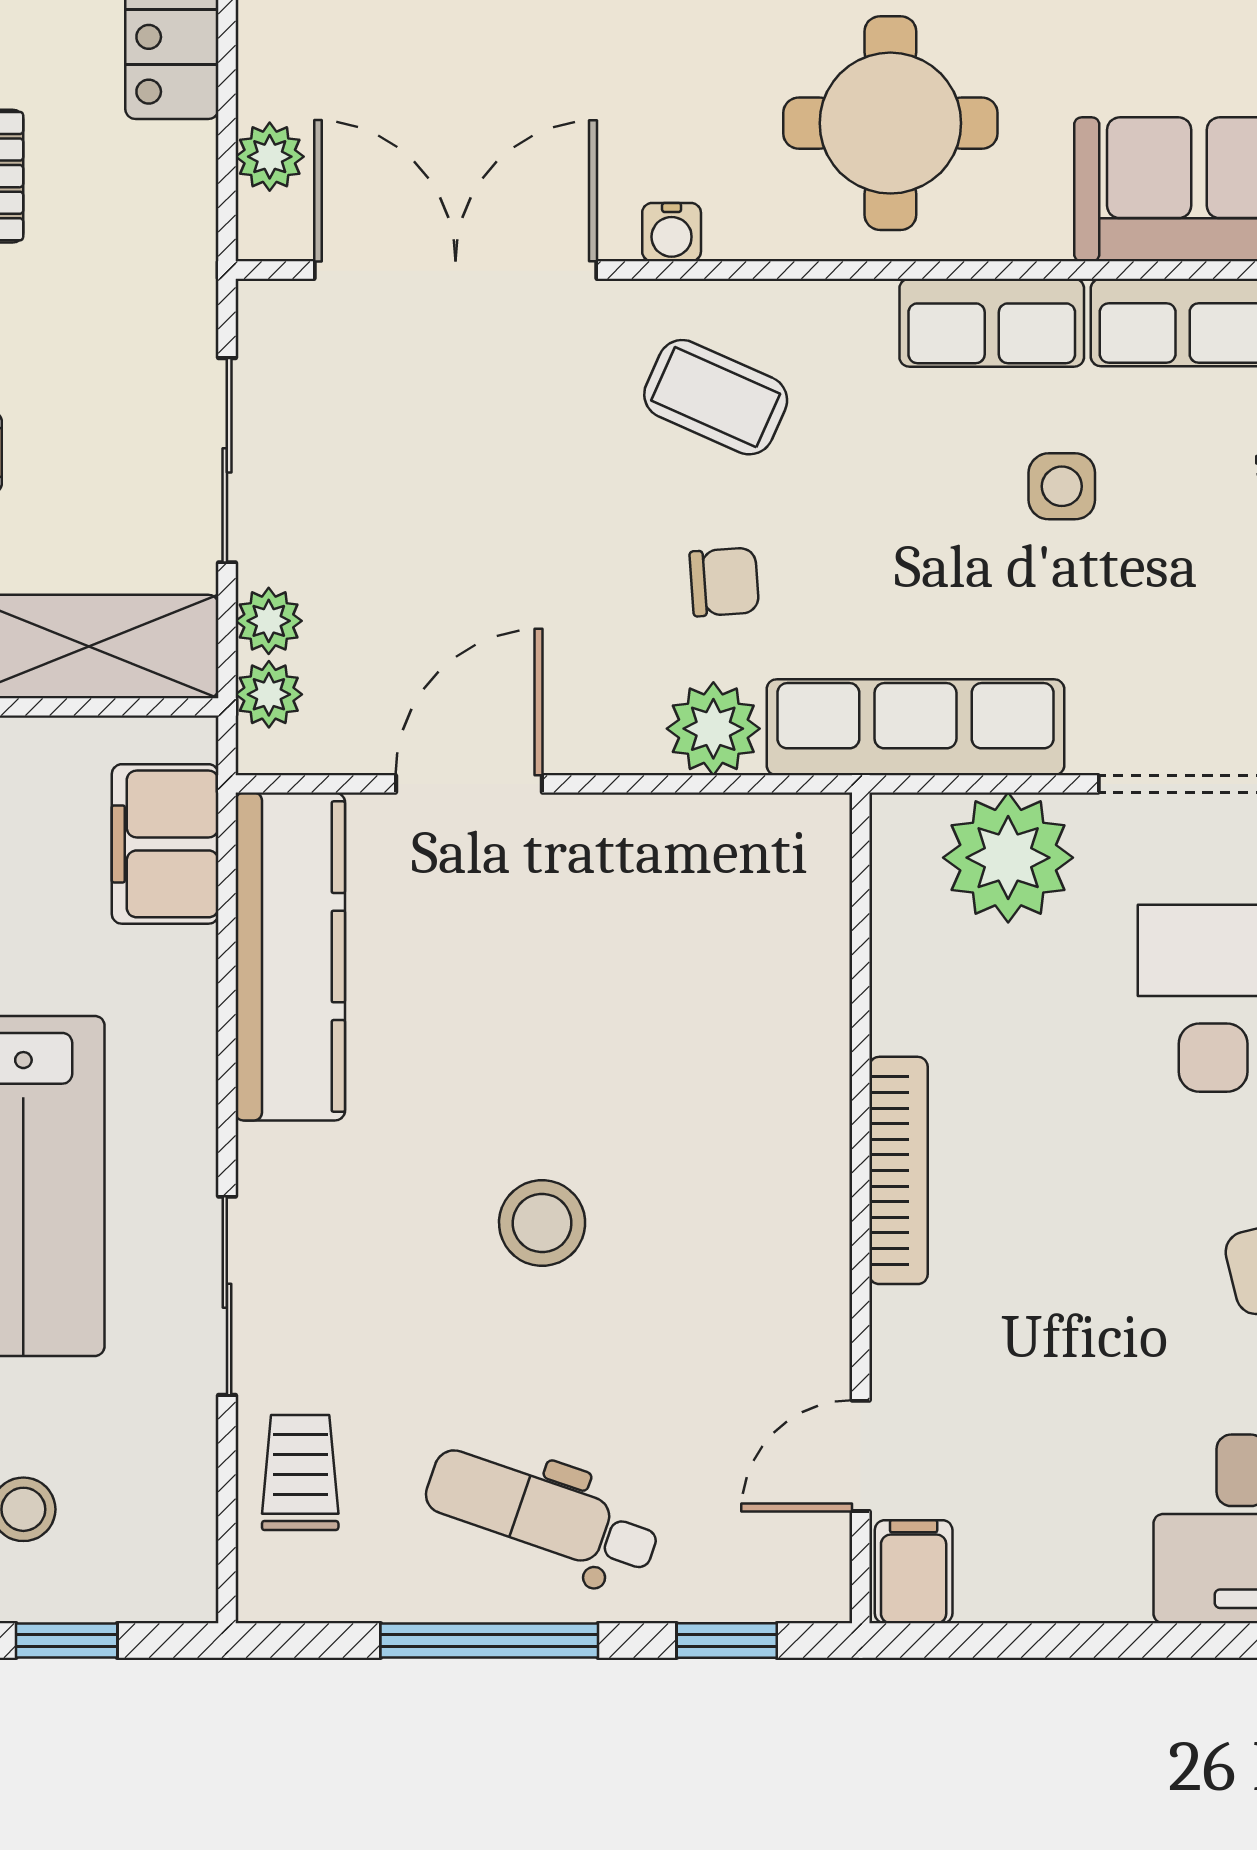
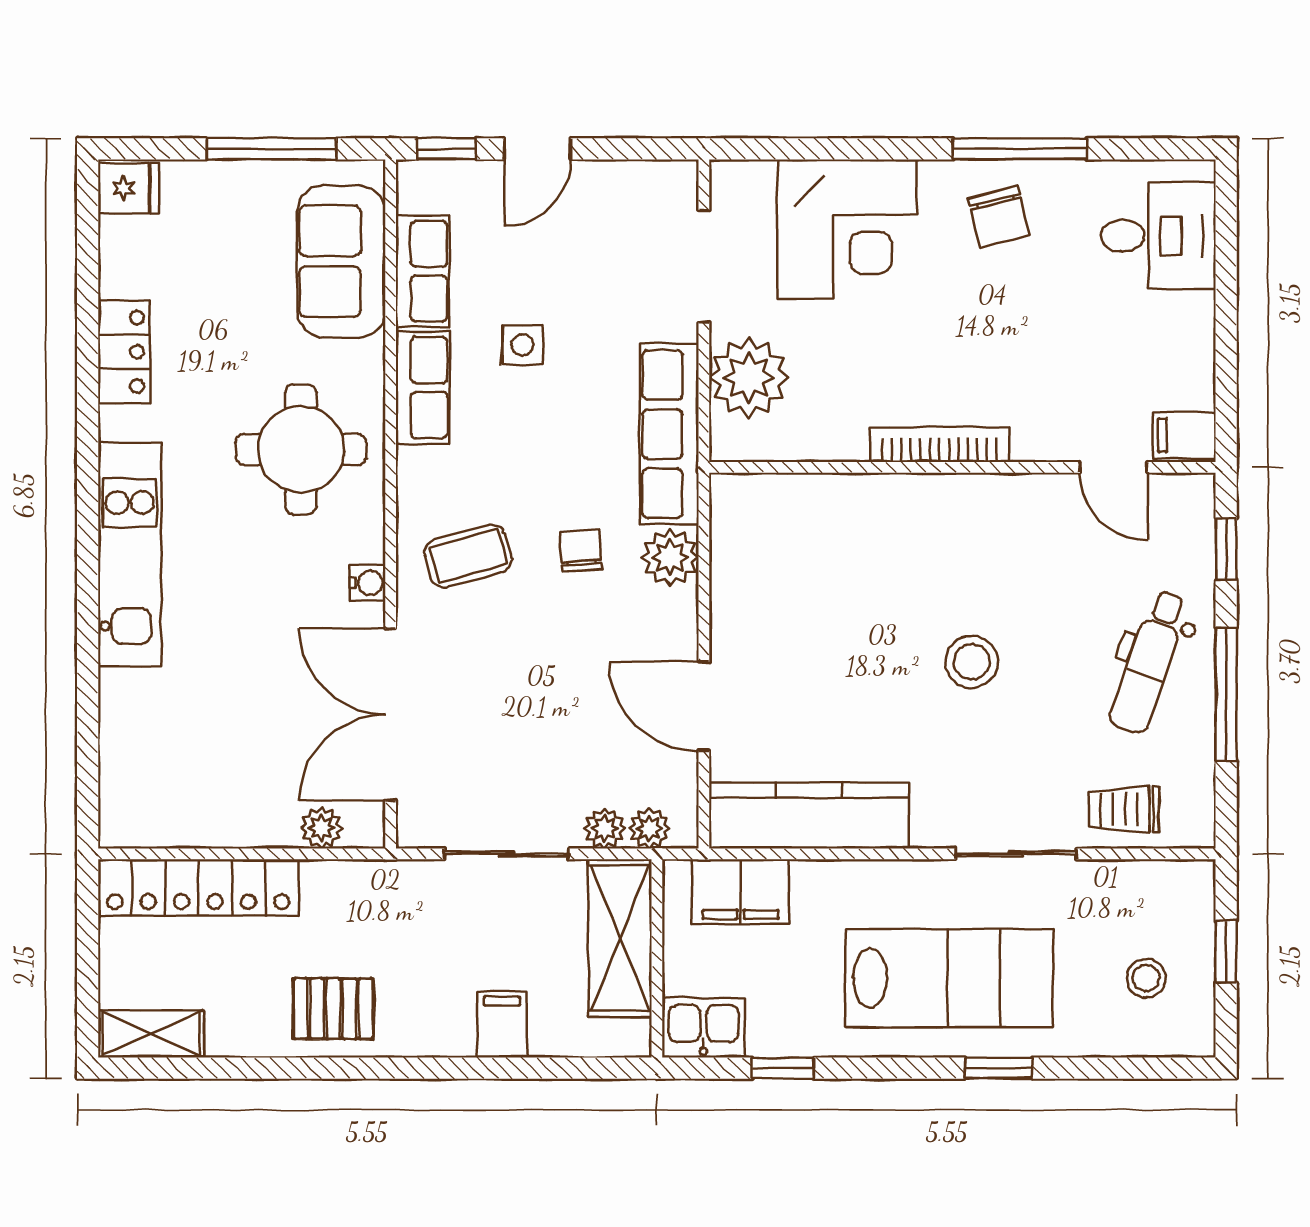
coffee table: (716, 397) -> (468, 556), turned 51

